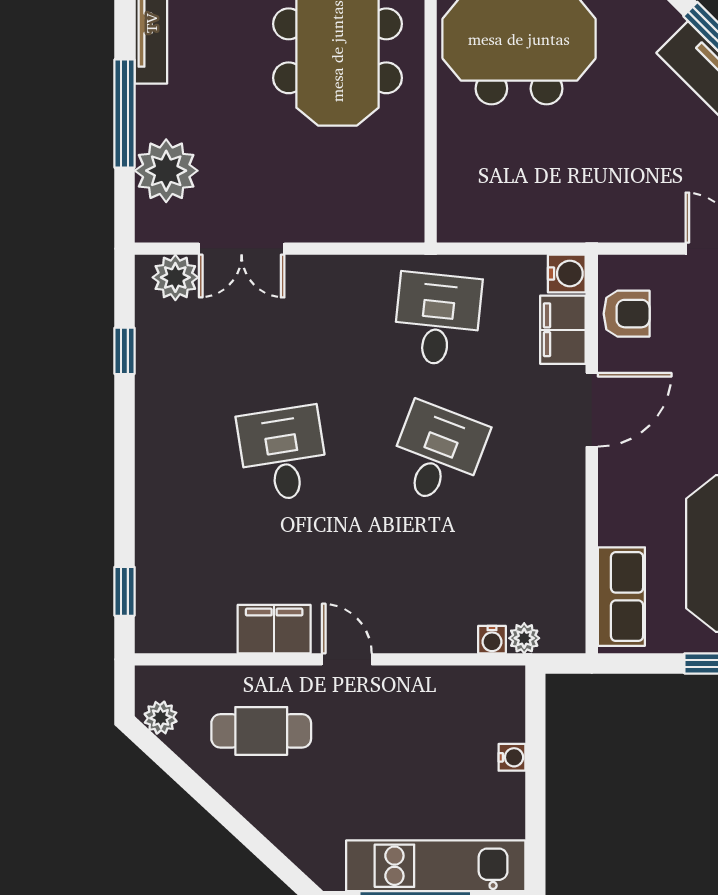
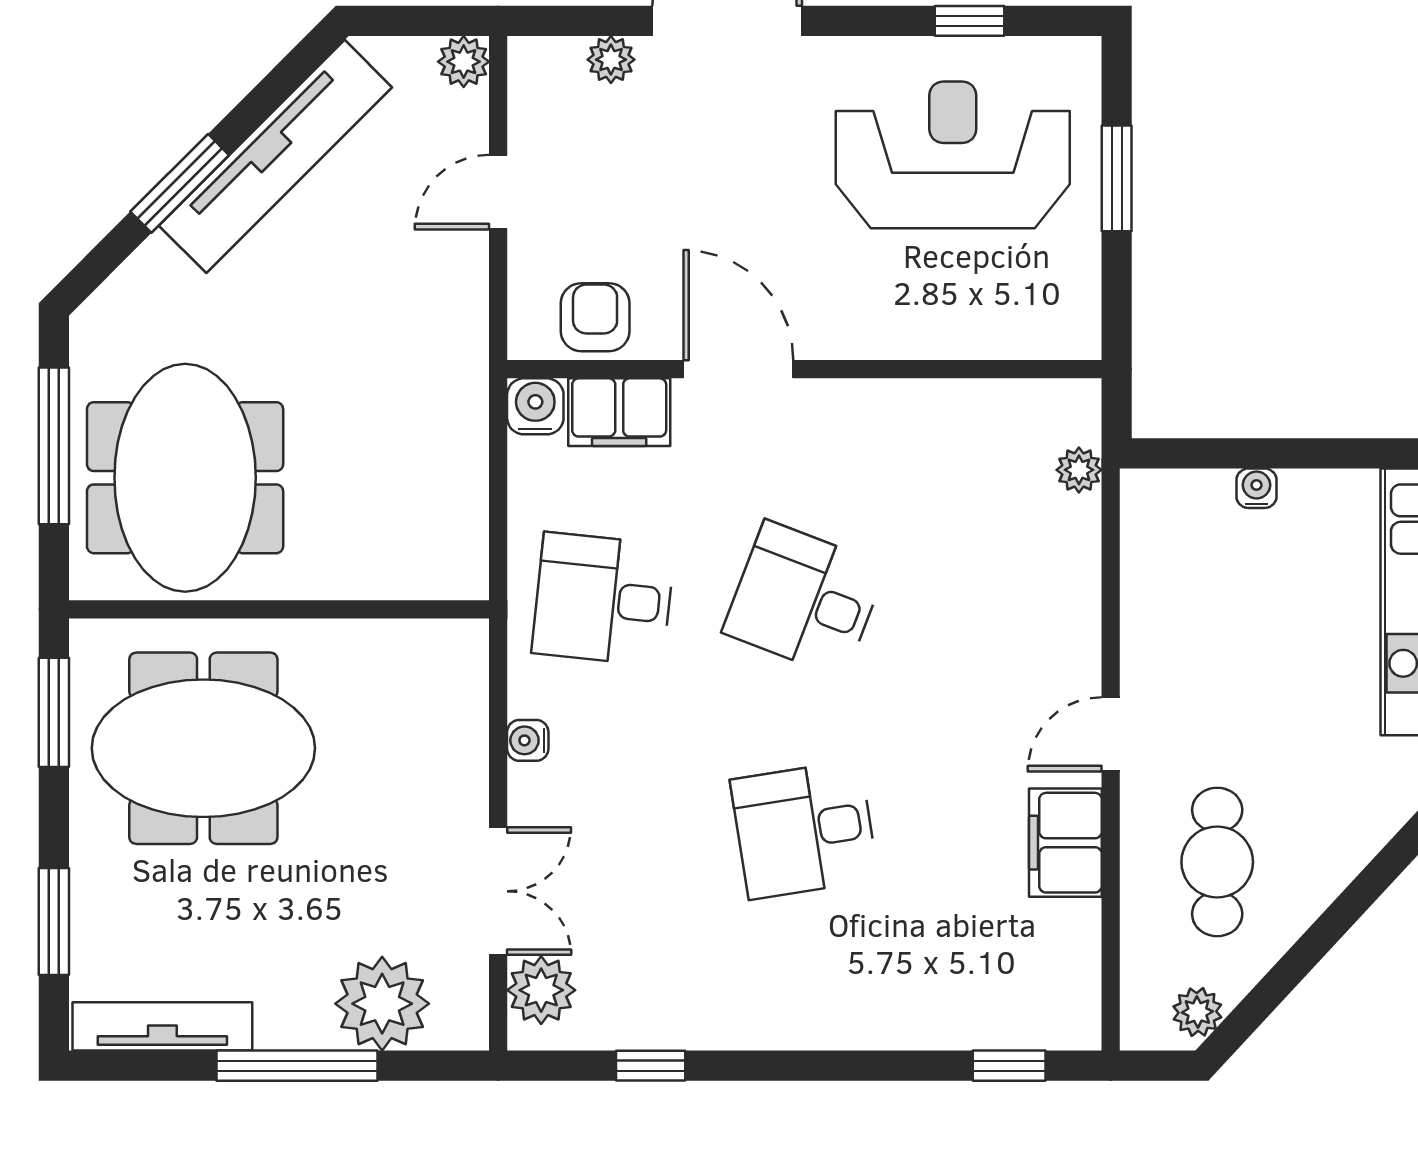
row of seats: (621, 597) -> (1017, 325), removed
water cooler: (492, 640) -> (528, 740), moved, turned 180

